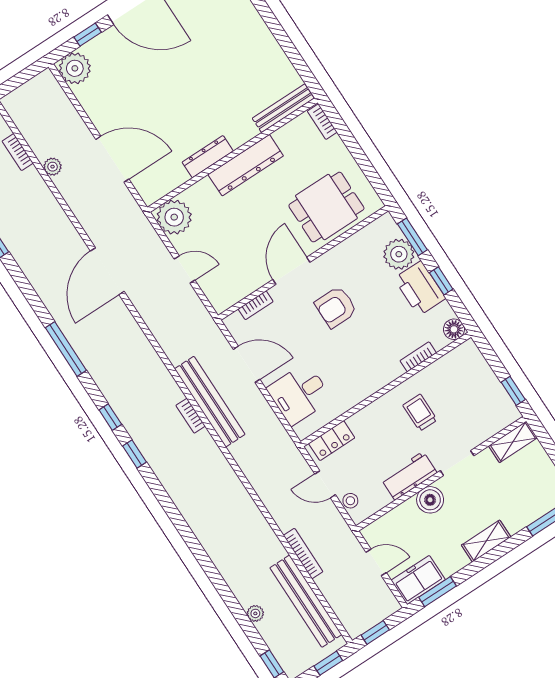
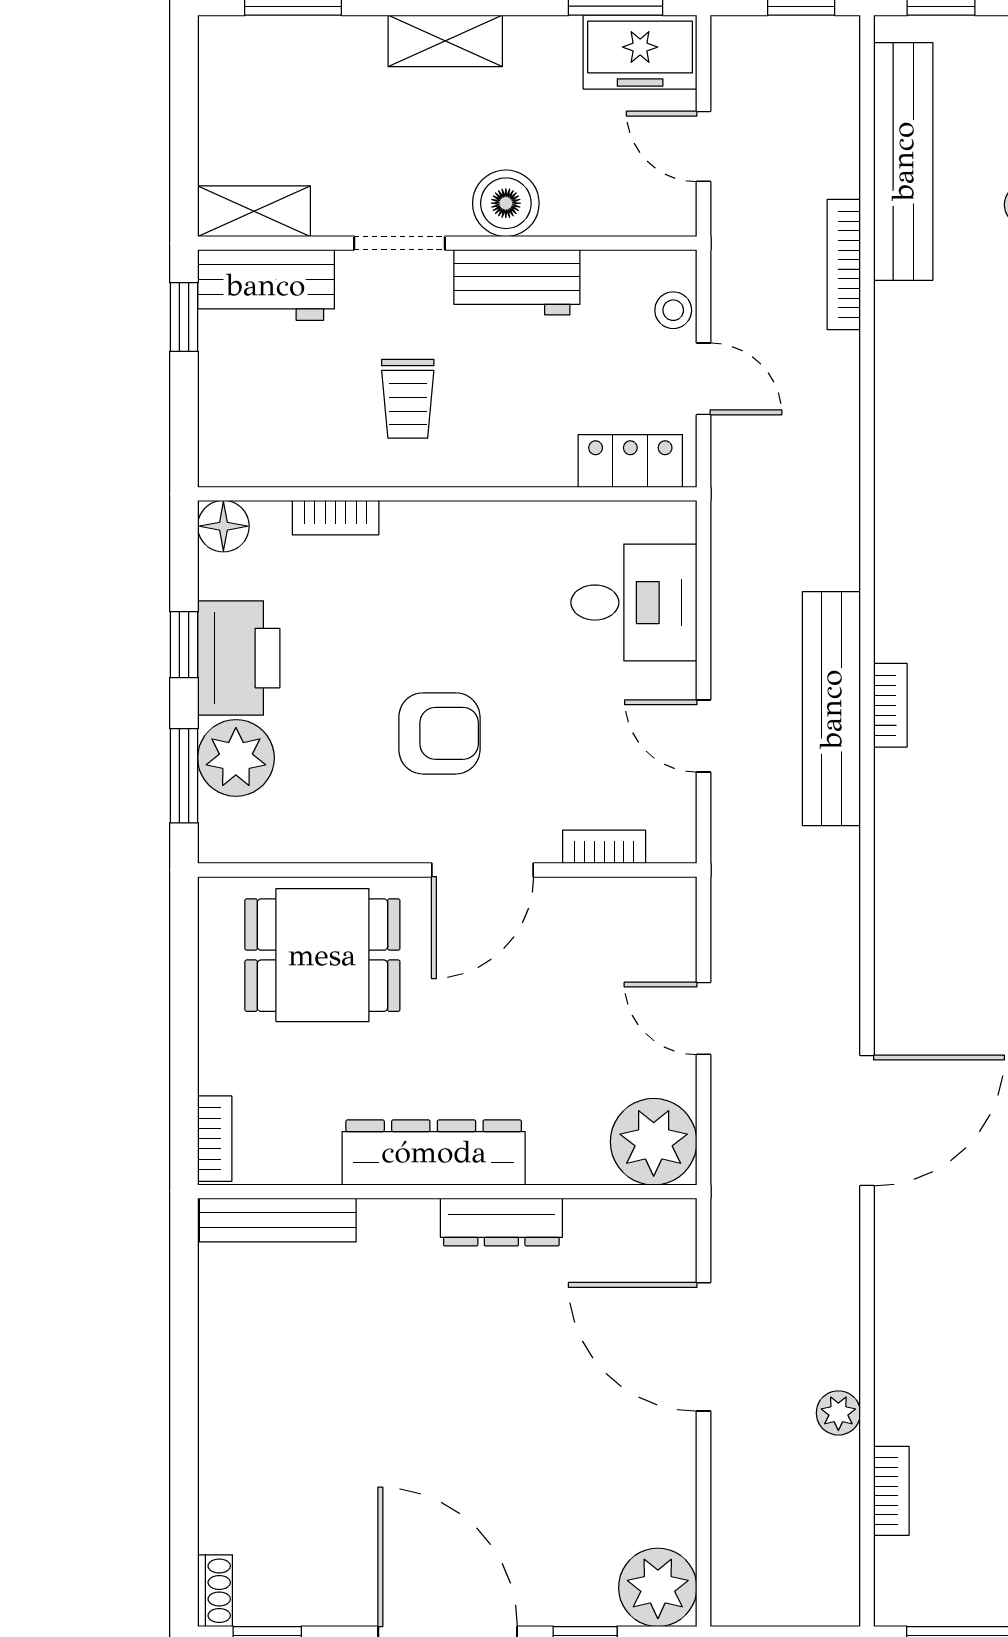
door: (247, 364) -> (703, 736), width x0.73
workbench: (493, 420) -> (266, 285), added

